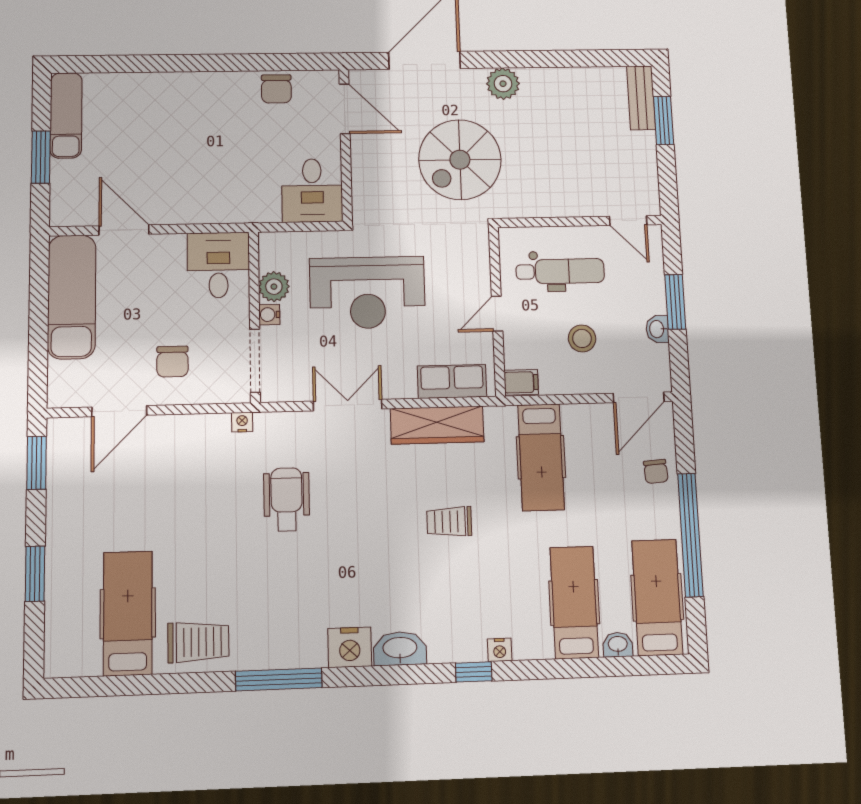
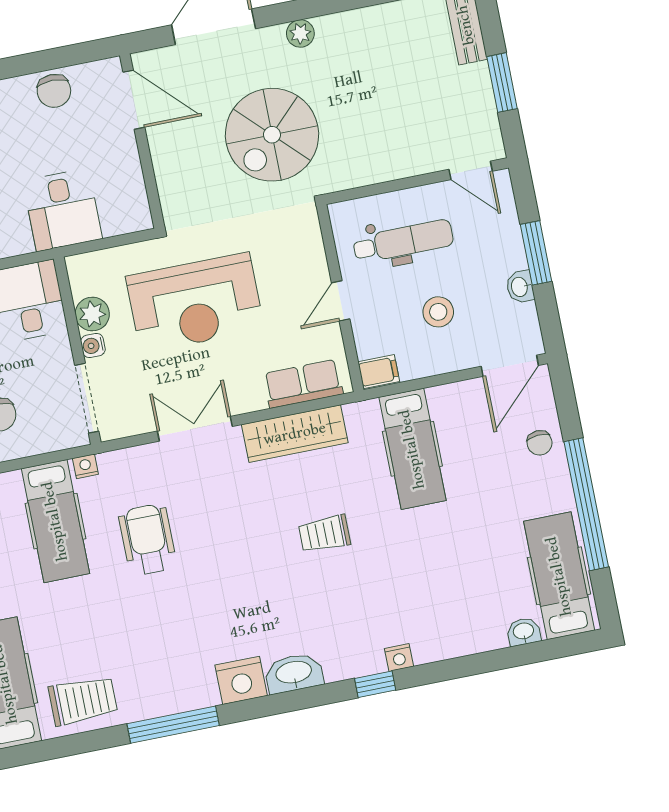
plant: (503, 84) -> (300, 33), width x0.73, depth x0.73
window: (664, 121) -> (502, 83), moved
desk: (312, 190) -> (63, 210), moved
hospital bed: (574, 602) -> (55, 521), moved, turned 180

